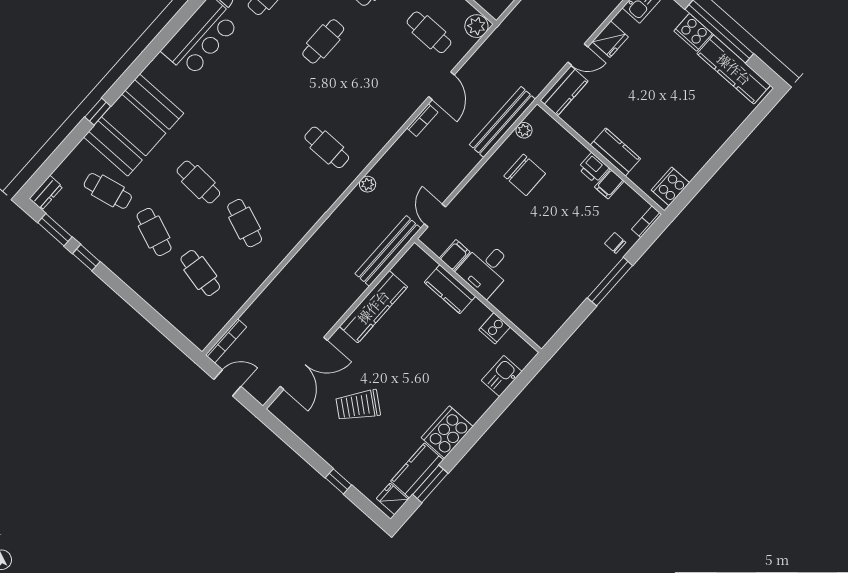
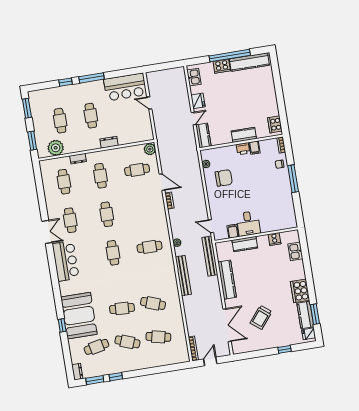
cafe table: (272, 99) -> (113, 253), added
bench: (502, 122) -> (183, 276), moved

